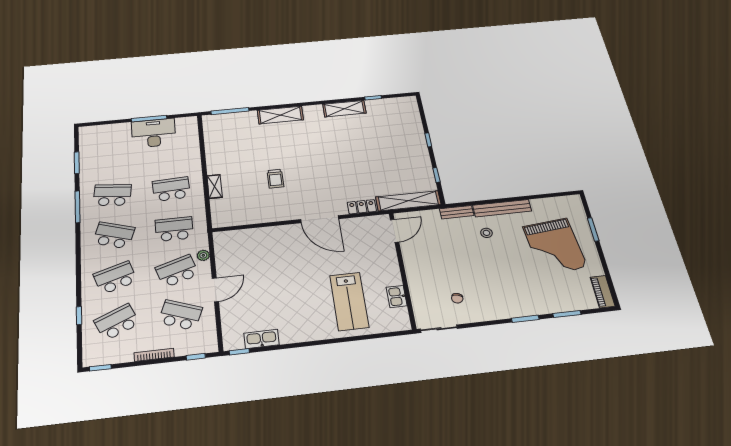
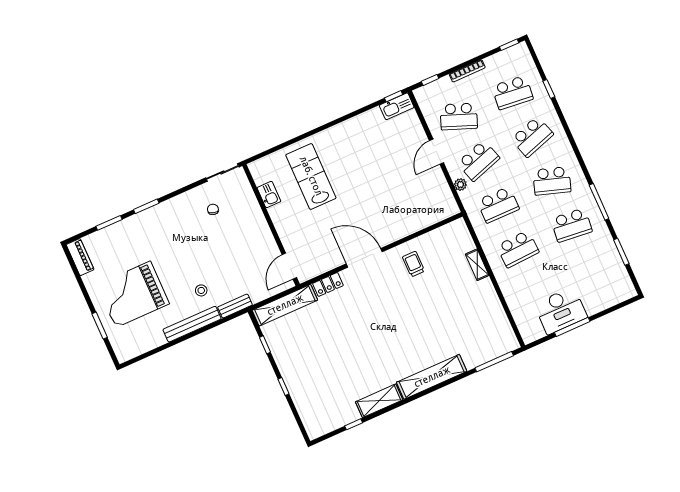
shelving: (280, 115) -> (432, 377), width x1.47
trolley: (275, 179) -> (413, 264), moved
grand piano: (555, 247) -> (133, 294), turned -84
school desk: (117, 322) -> (513, 93), turned 30
kitchen sink: (262, 339) -> (397, 106), moved

